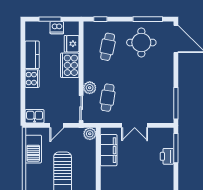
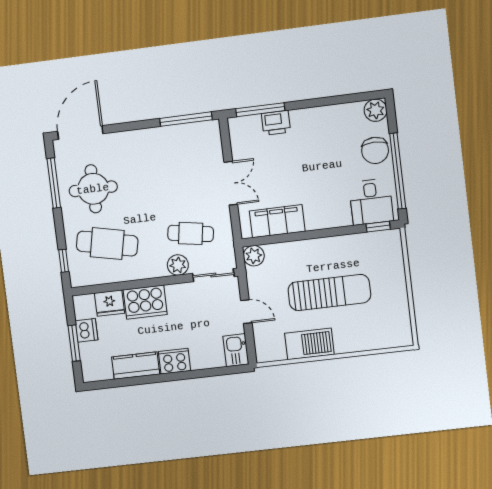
cafe table: (108, 47) -> (107, 244), width x1.37, depth x1.35
barbecue: (33, 149) -> (309, 344), moved

